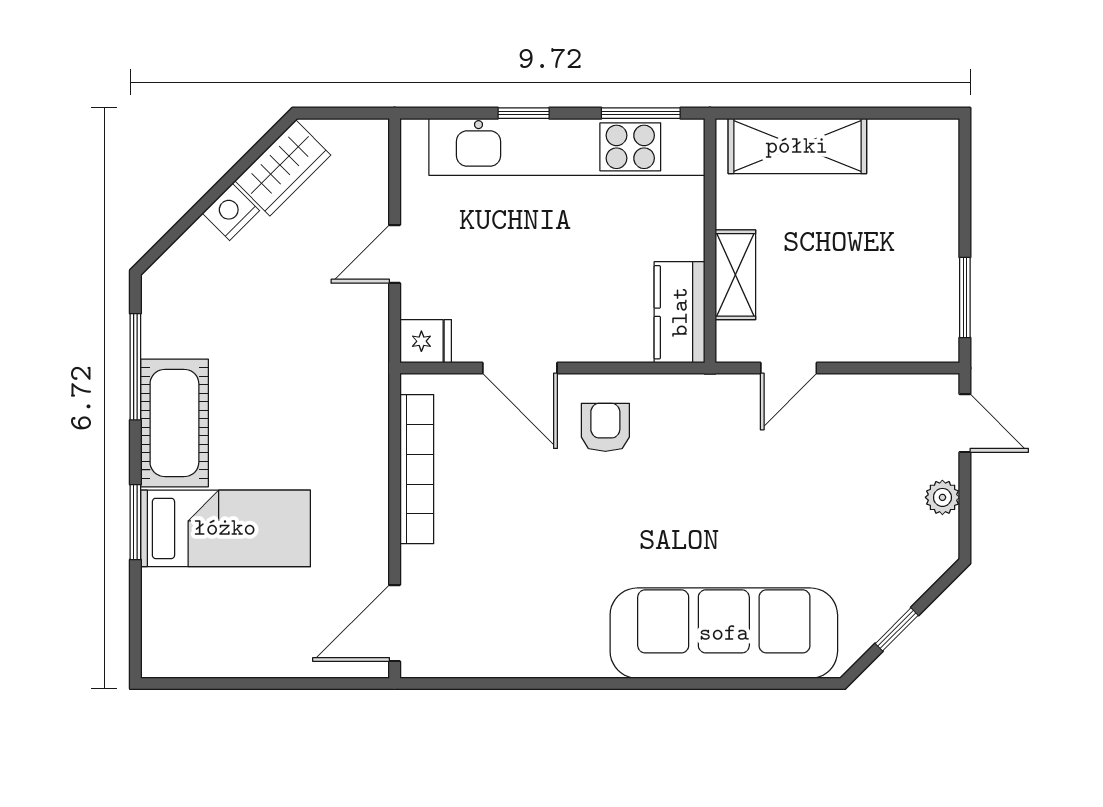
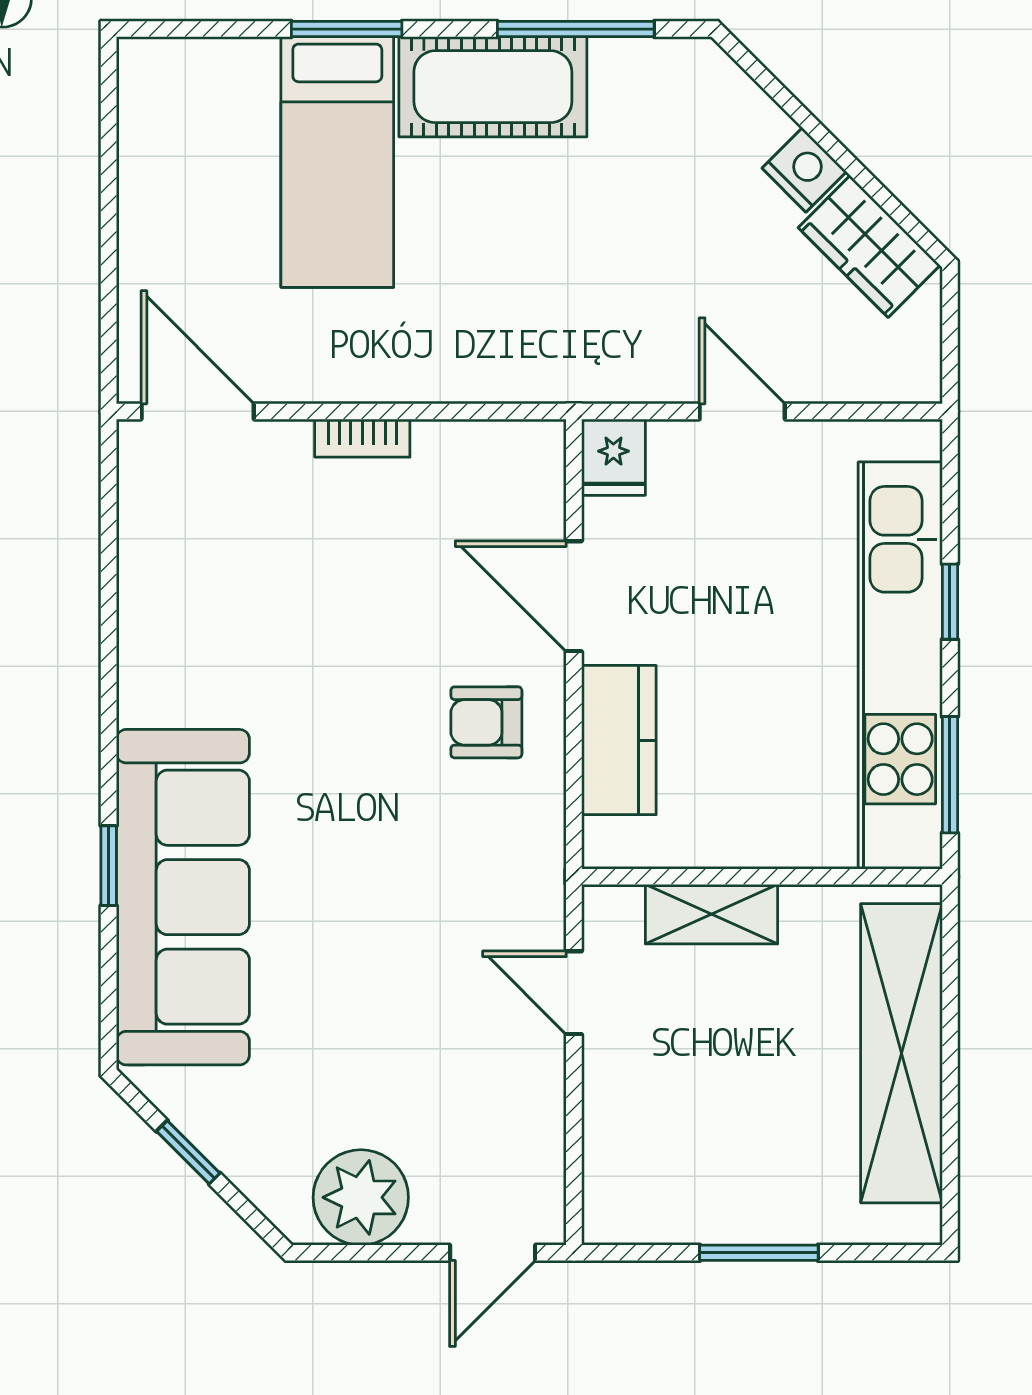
shelving: (797, 146) -> (901, 1053), width x1.47
window: (965, 298) -> (759, 1253), moved
kitchen counter: (680, 312) -> (619, 740), moved, turned 90
door: (520, 368) -> (574, 596), hinge flipped
armchair: (605, 427) -> (486, 722), turned 180
bookcase: (417, 469) -> (362, 438), width x0.43, depth x0.76
plant: (942, 497) -> (361, 1197), width x1.88, depth x1.88
window: (702, 683) -> (109, 866), added

